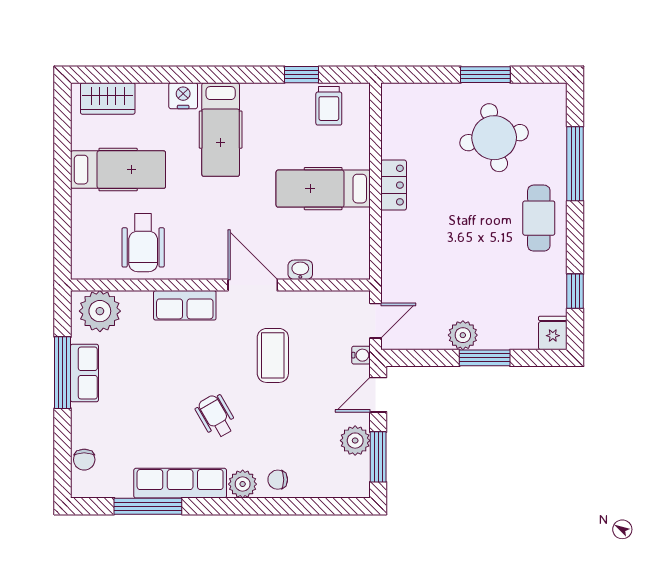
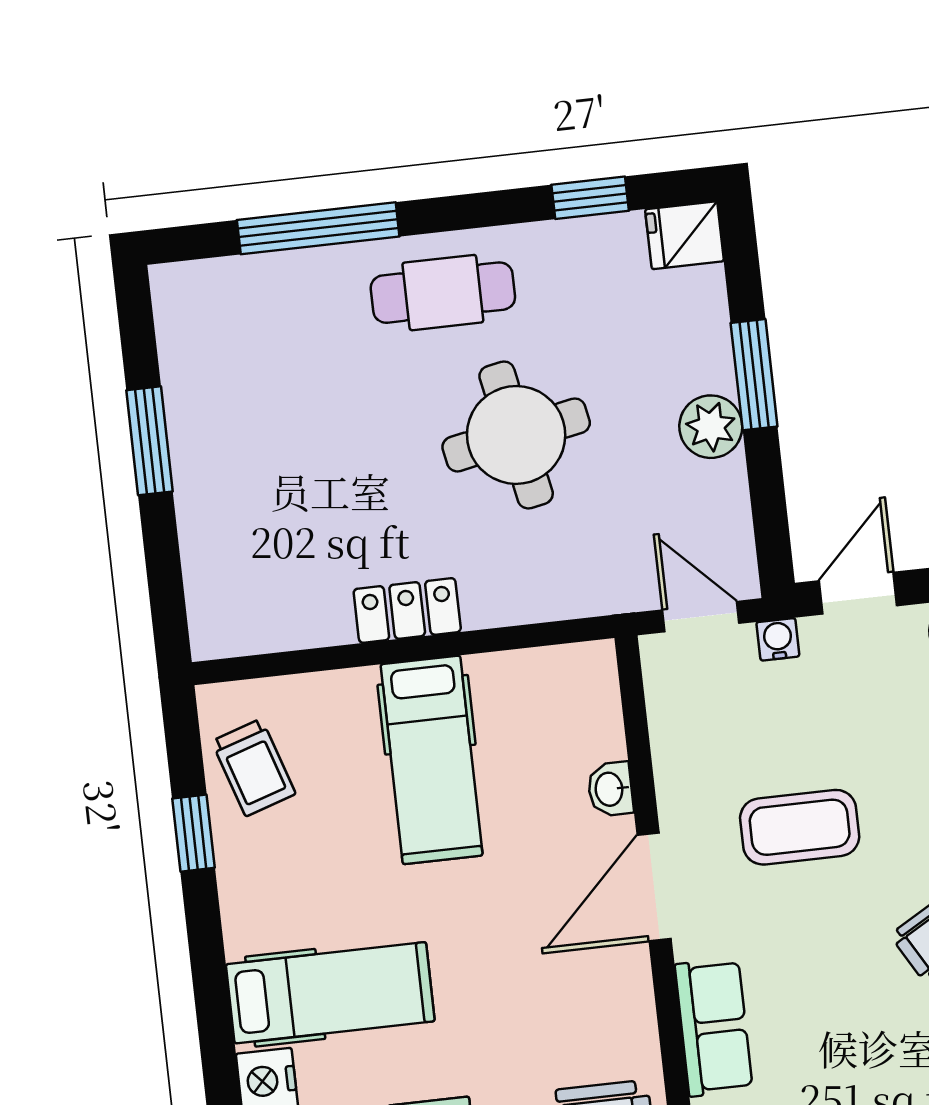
trolley: (329, 106) -> (254, 768), turned 72
round table: (494, 138) -> (516, 435), moved
door: (378, 395) -> (858, 593), swing flipped

